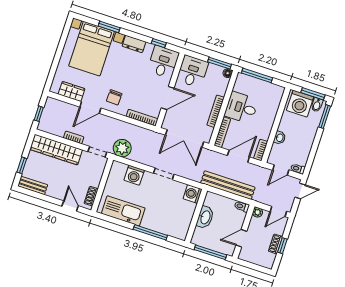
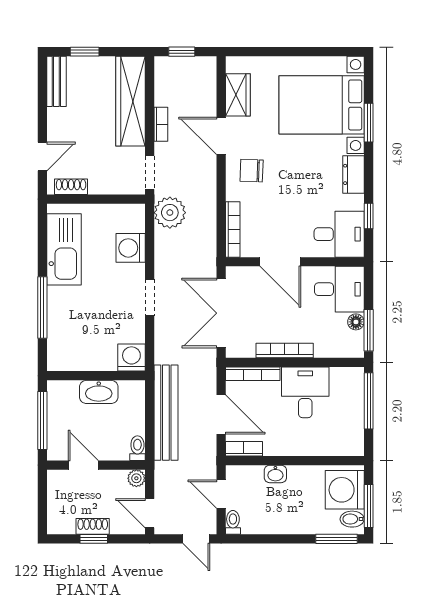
floor lamp: (228, 73) -> (356, 322), moved

